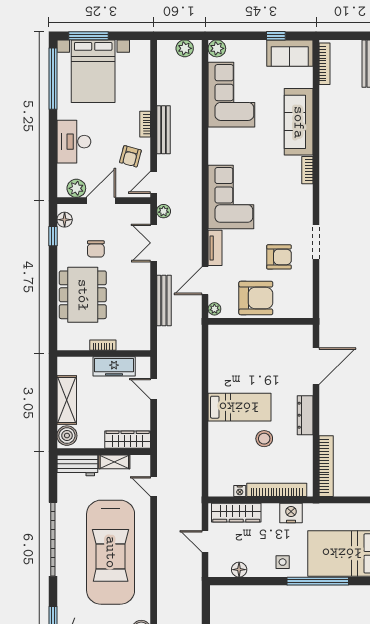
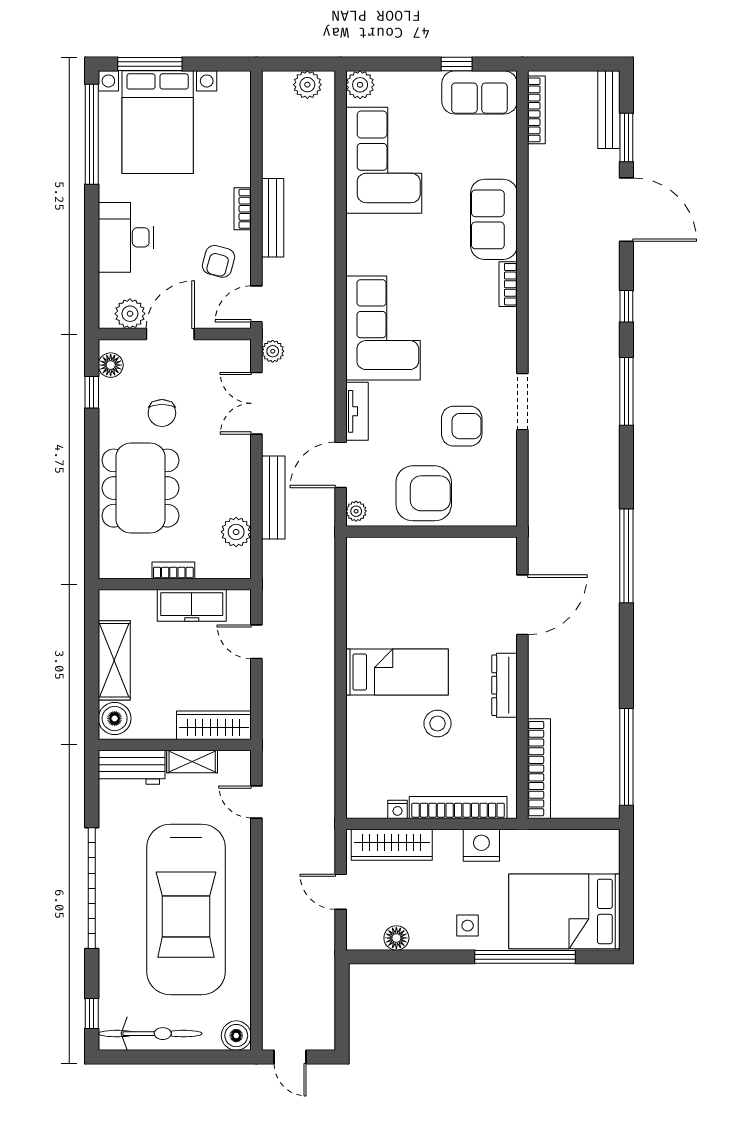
sofa: (299, 122) -> (494, 219), width x0.73
plant: (141, 322) -> (236, 532), added

